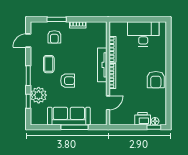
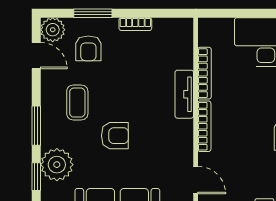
plant: (36, 28) -> (53, 30), added
door: (28, 41) -> (36, 56), swing flipped
tv unit: (102, 65) -> (184, 94), width x0.71
door: (108, 103) -> (196, 180), hinge flipped

